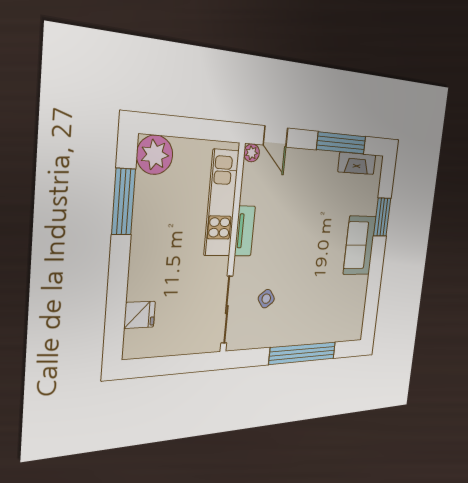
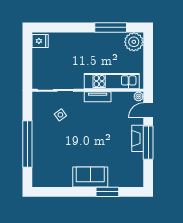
window: (341, 143) -> (148, 143), moved
fireplace: (357, 163) -> (138, 138), moved
fridge: (140, 315) -> (40, 41), moved, turned -90

